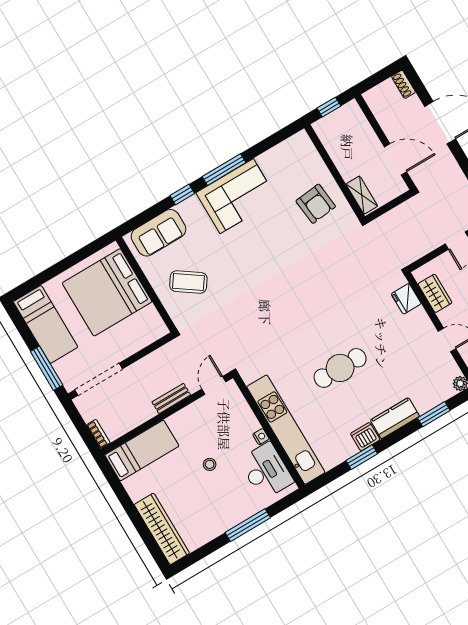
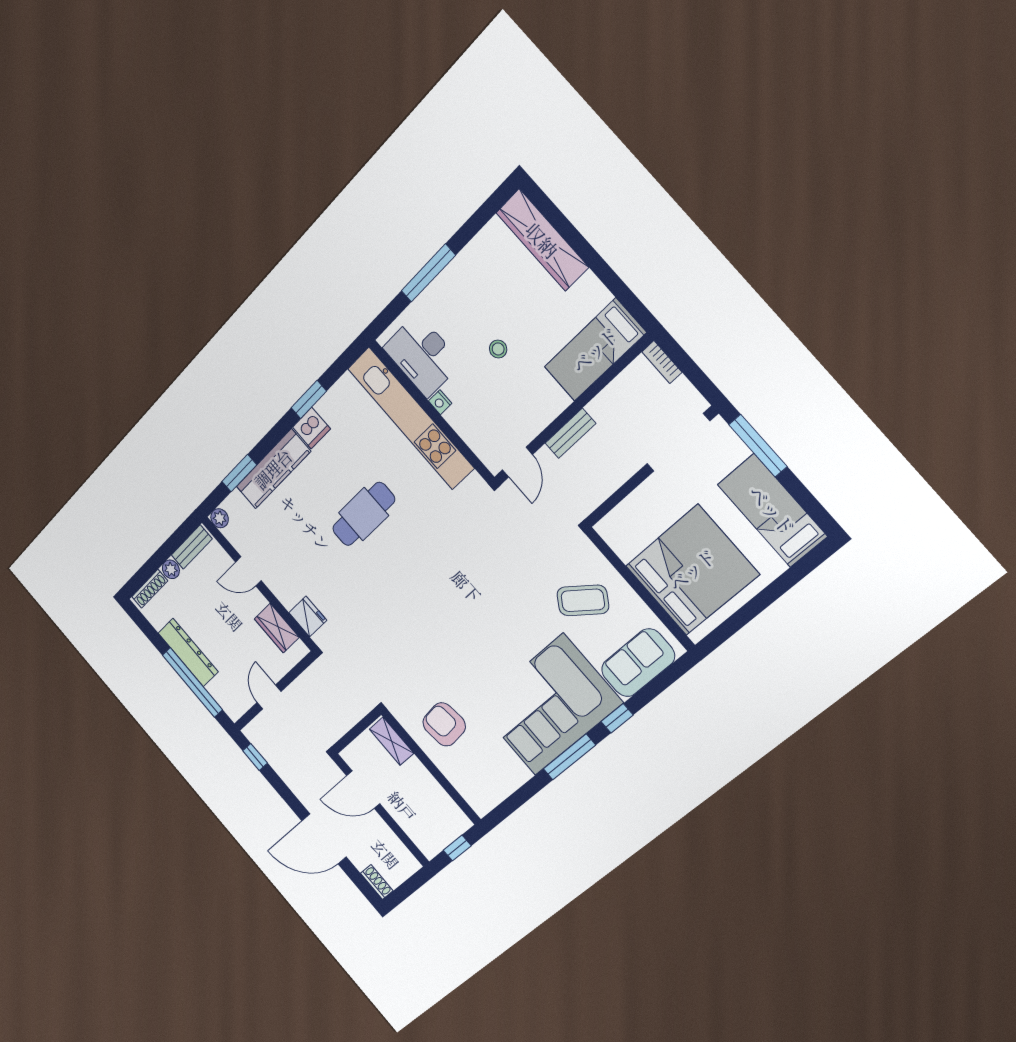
corner sofa: (237, 196) -> (549, 705), width x1.36, depth x1.36
kitchen counter: (395, 418) -> (273, 469), width x1.50

